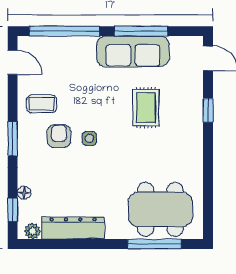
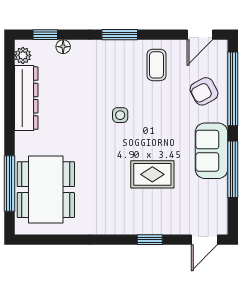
sofa: (133, 51) -> (212, 151), width x0.73
armchair: (59, 136) -> (204, 91), moved, turned 152

